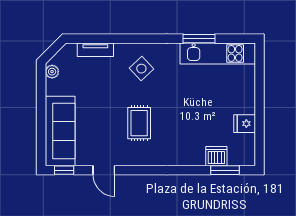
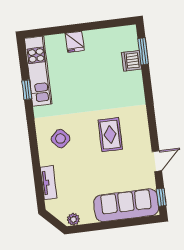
window: (199, 39) -> (27, 90), width x0.67
rug: (139, 123) -> (110, 135), turned 90
fridge: (245, 124) -> (75, 42), moved

